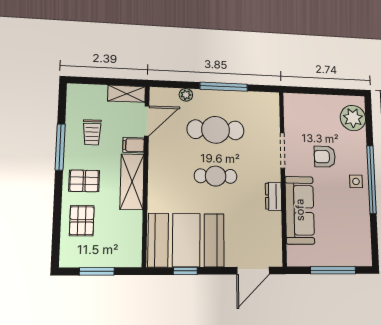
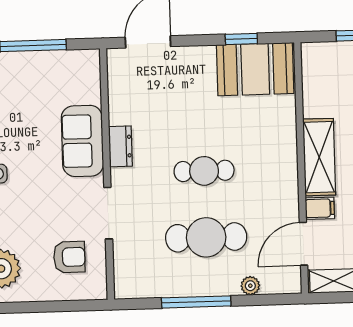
armchair: (325, 157) -> (69, 257), moved
sofa: (300, 210) -> (82, 141), width x0.73
booth: (186, 240) -> (255, 69), width x0.73, depth x0.70

